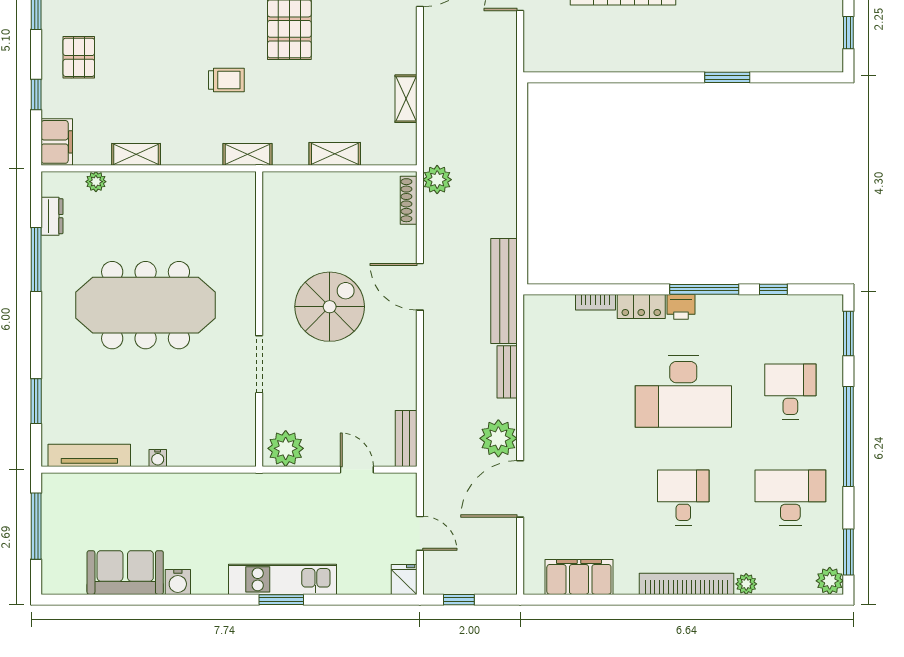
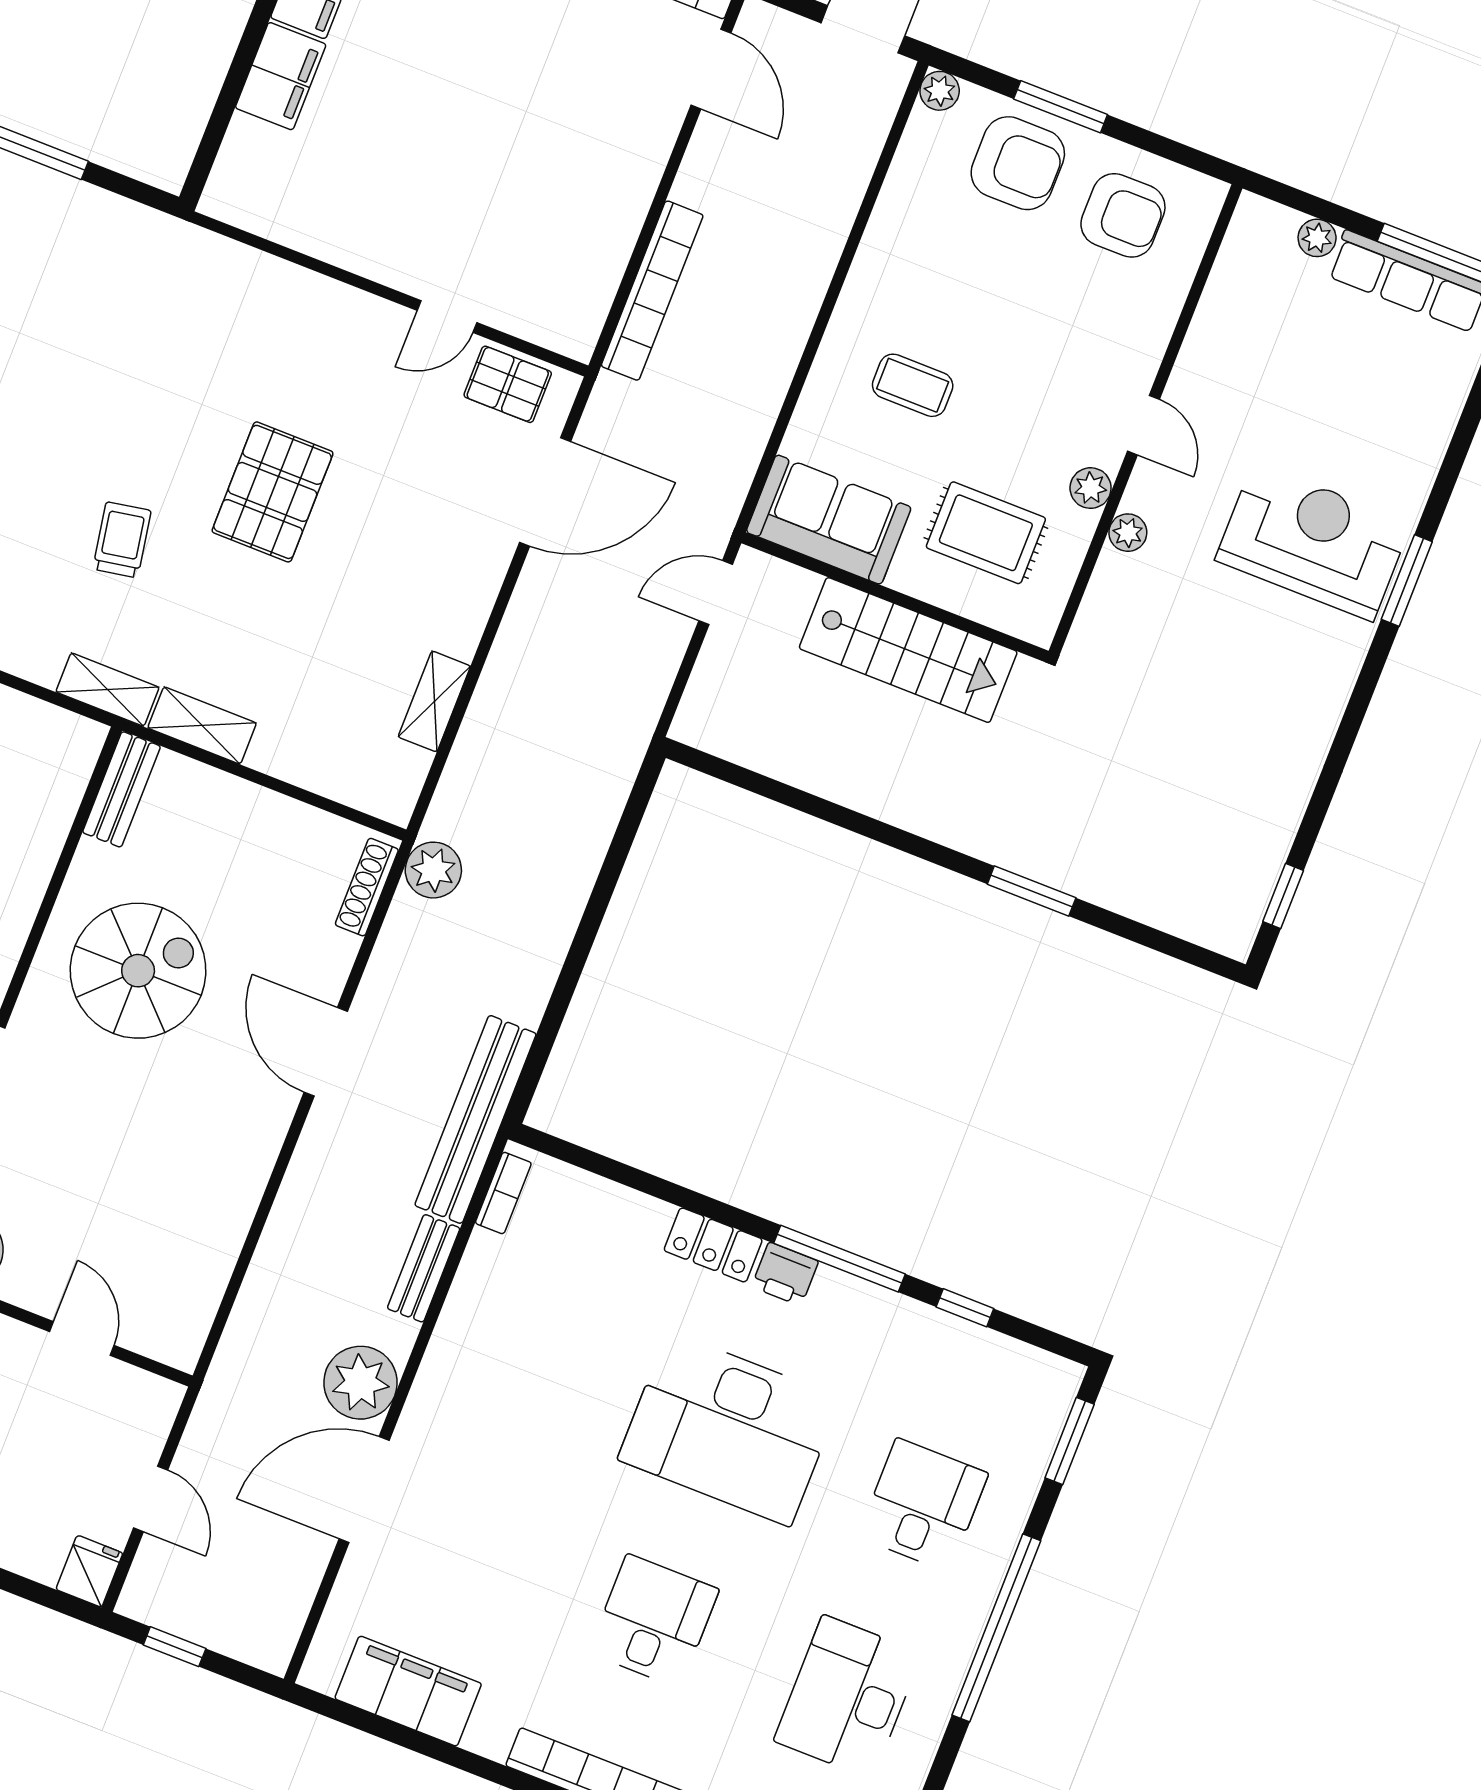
trolley: (226, 80) -> (122, 540), turned -100
shelving: (335, 154) -> (202, 725), moved
bookcase: (595, 302) -> (503, 1193), moved, turned -90
spiral stairs: (330, 307) -> (138, 971), moved
bench: (406, 438) -> (121, 789), moved
desk: (790, 497) -> (848, 1697), turned -90

